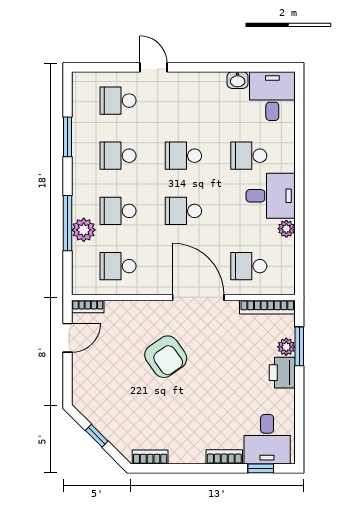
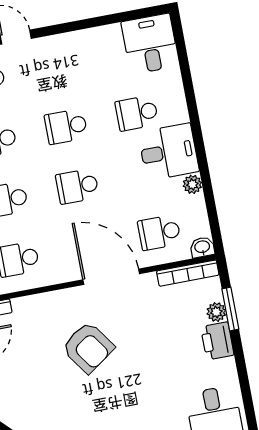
washbasin: (238, 80) -> (202, 247), moved, turned 180

